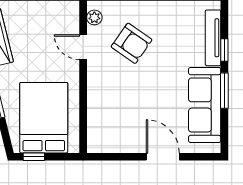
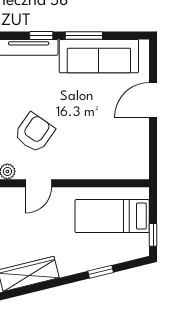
bed: (44, 118) -> (112, 216), width x0.67

